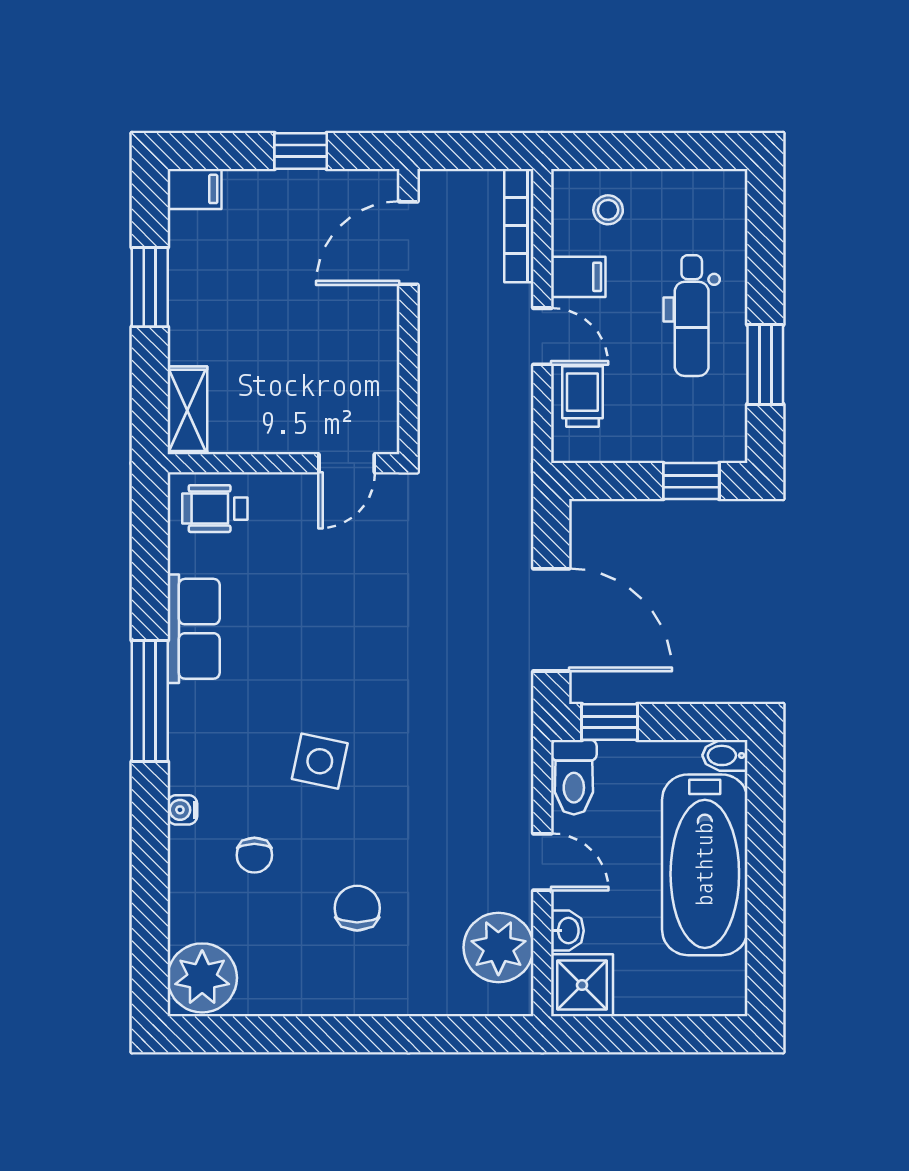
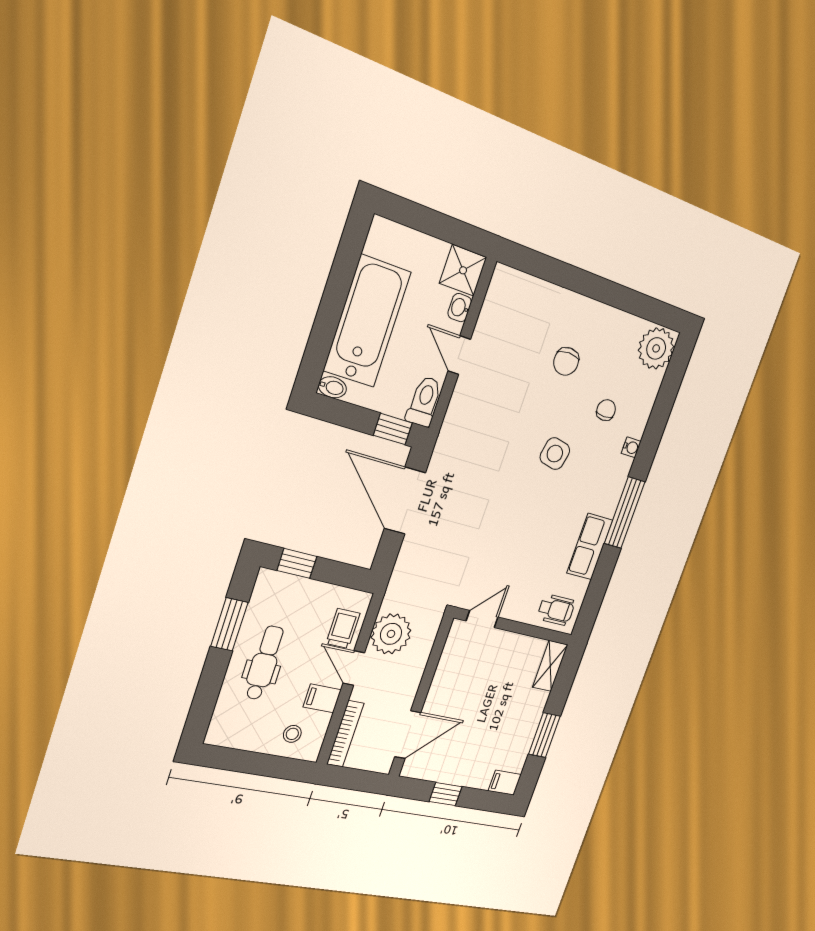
trolley: (582, 396) -> (343, 628), turned 180
plant: (498, 947) -> (391, 634), moved

